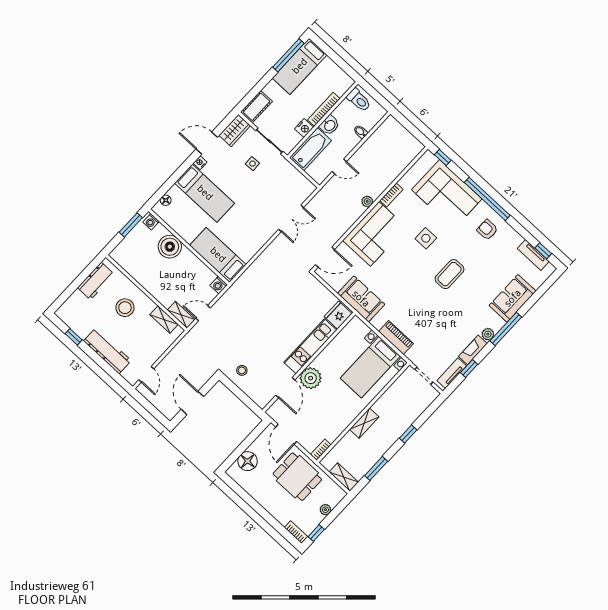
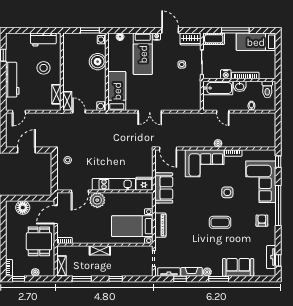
window: (288, 55) -> (235, 30), moved
double door: (291, 218) -> (150, 112), moved
window: (506, 329) -> (219, 279), width x0.69

